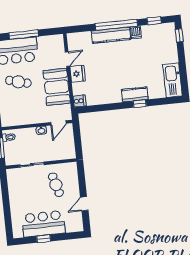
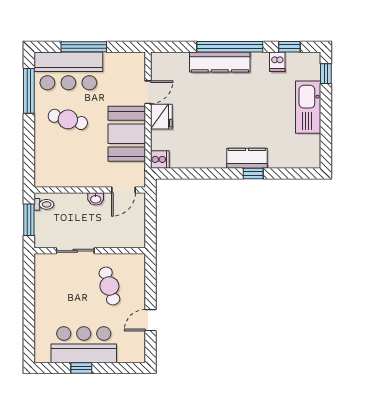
dishwasher: (136, 32) -> (277, 62), moved
kitchen sink: (172, 80) -> (308, 107), moved

